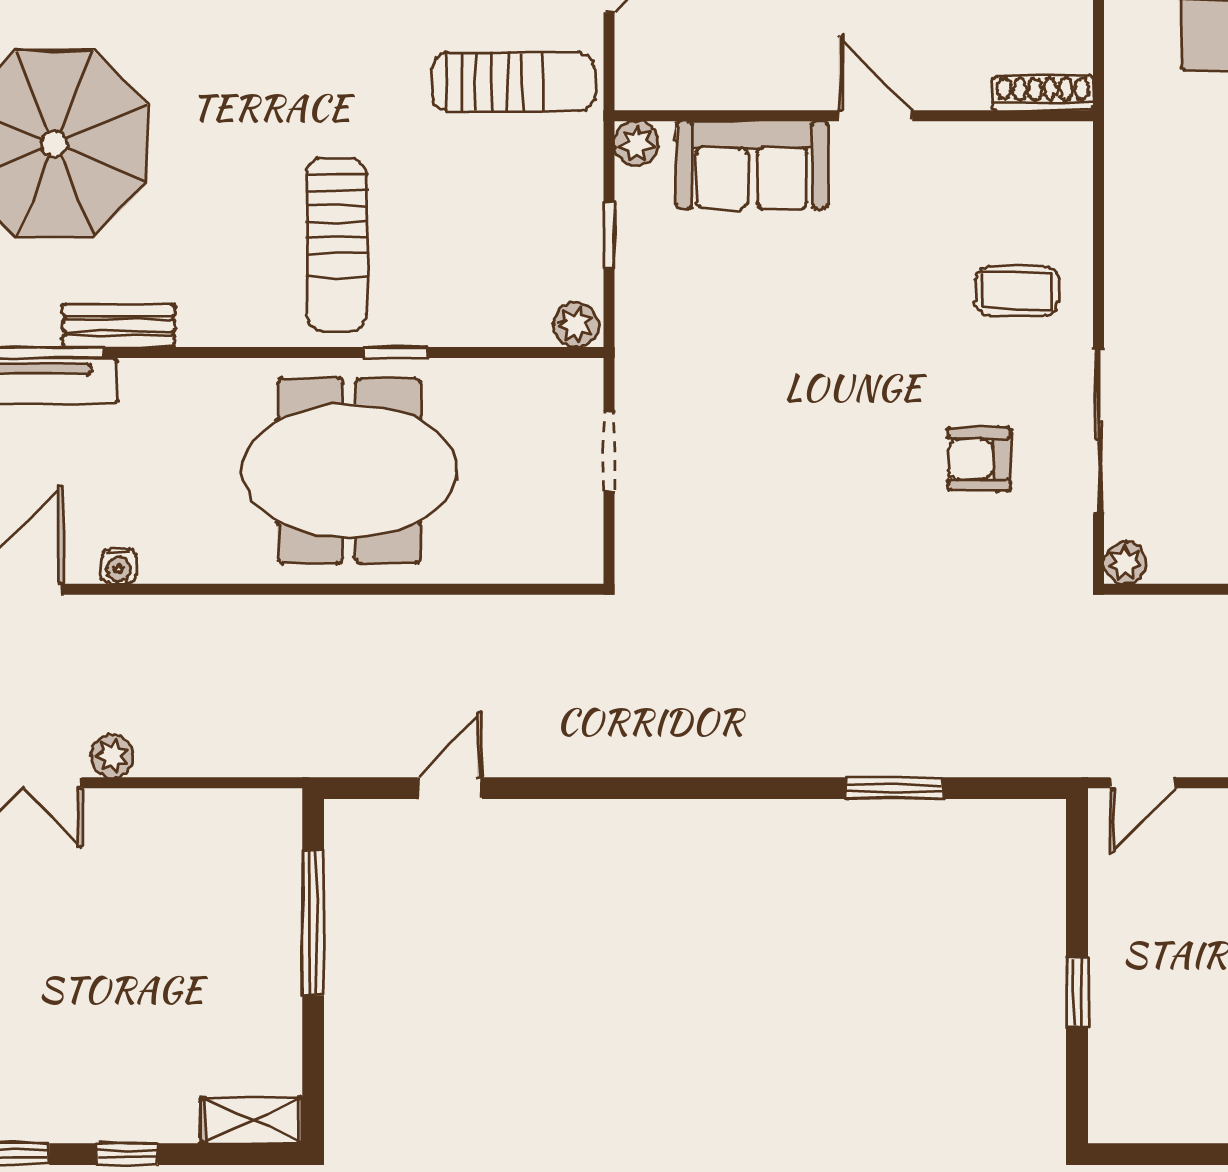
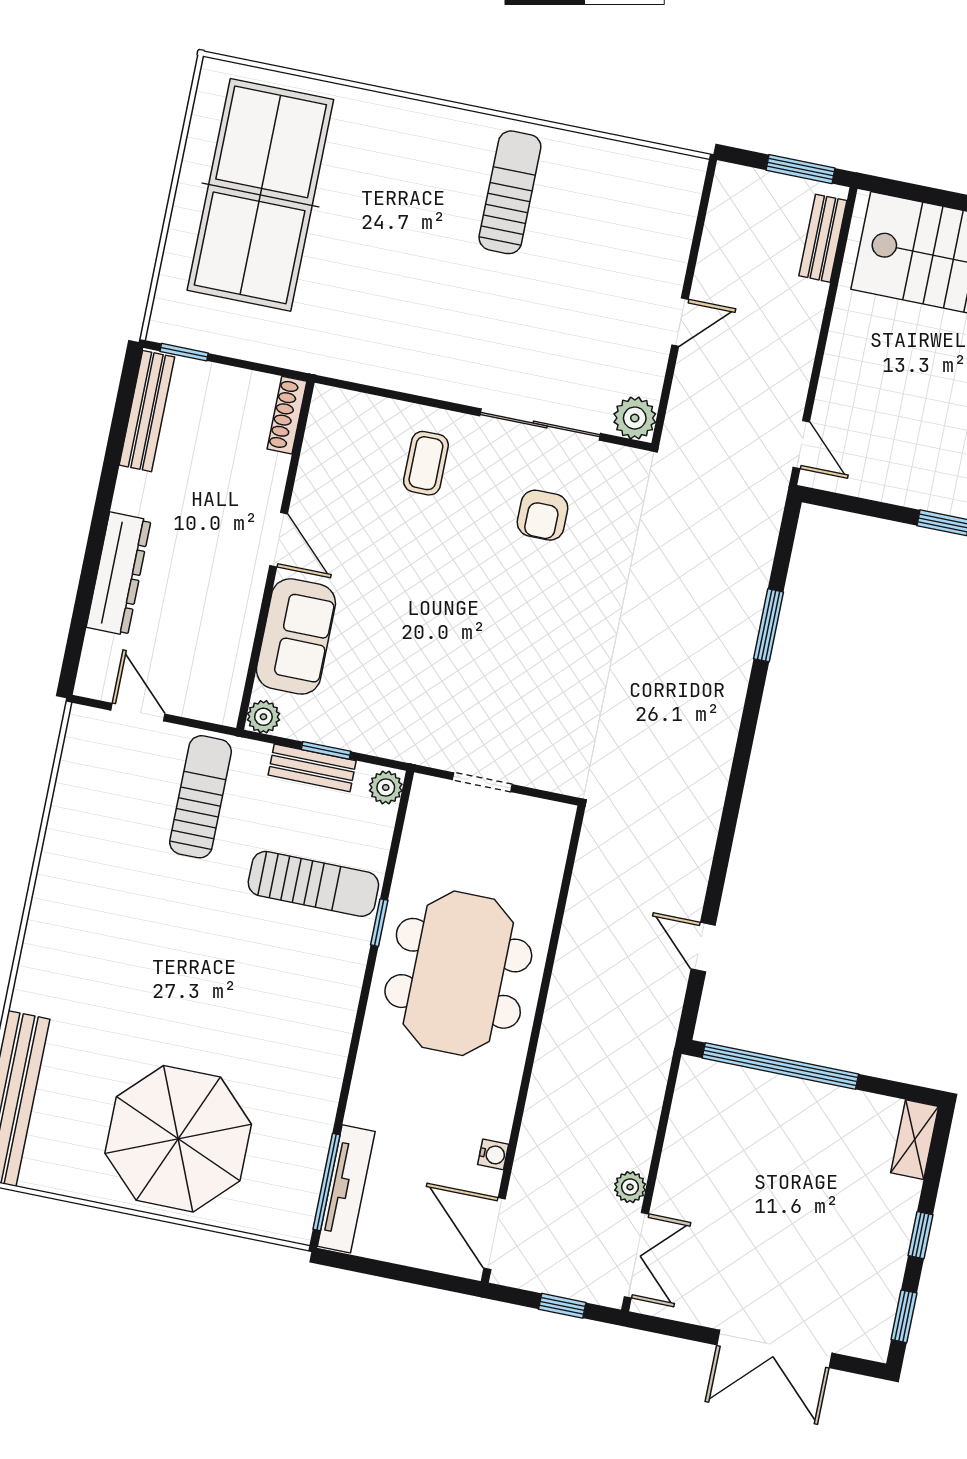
door: (876, 116) -> (279, 540), swing flipped
sun lounger: (337, 245) -> (313, 884), moved
bench: (119, 326) -> (312, 768), moved, turned 90
plant: (1125, 563) -> (635, 418), width x1.38, depth x1.38
window: (313, 923) -> (780, 1066), width x1.46

